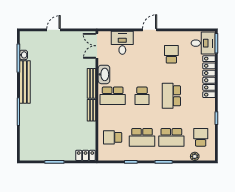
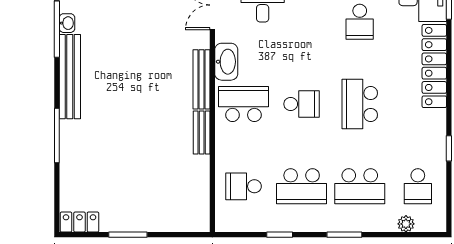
school desk: (171, 54) -> (360, 22), turned 180
school desk: (113, 96) -> (243, 104), turned 180
school desk: (142, 96) -> (302, 104), turned -90
school desk: (201, 137) -> (418, 186), turned 180
locker: (85, 155) -> (79, 222), moved

